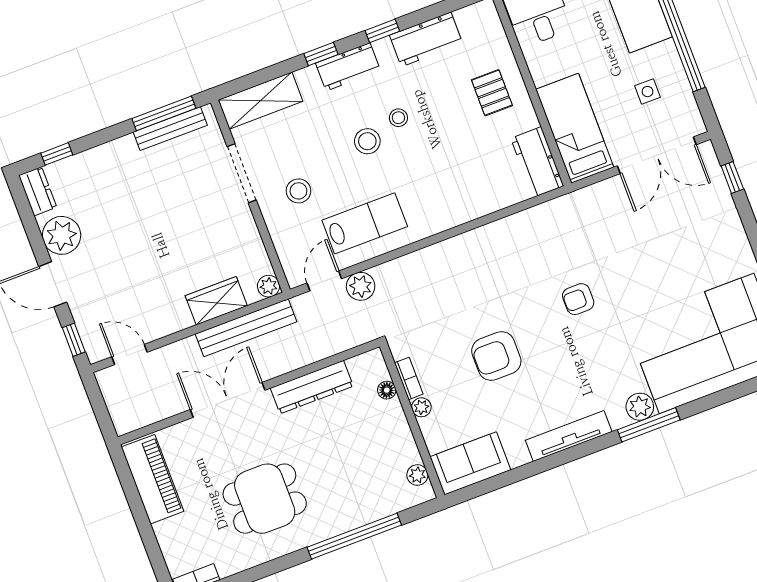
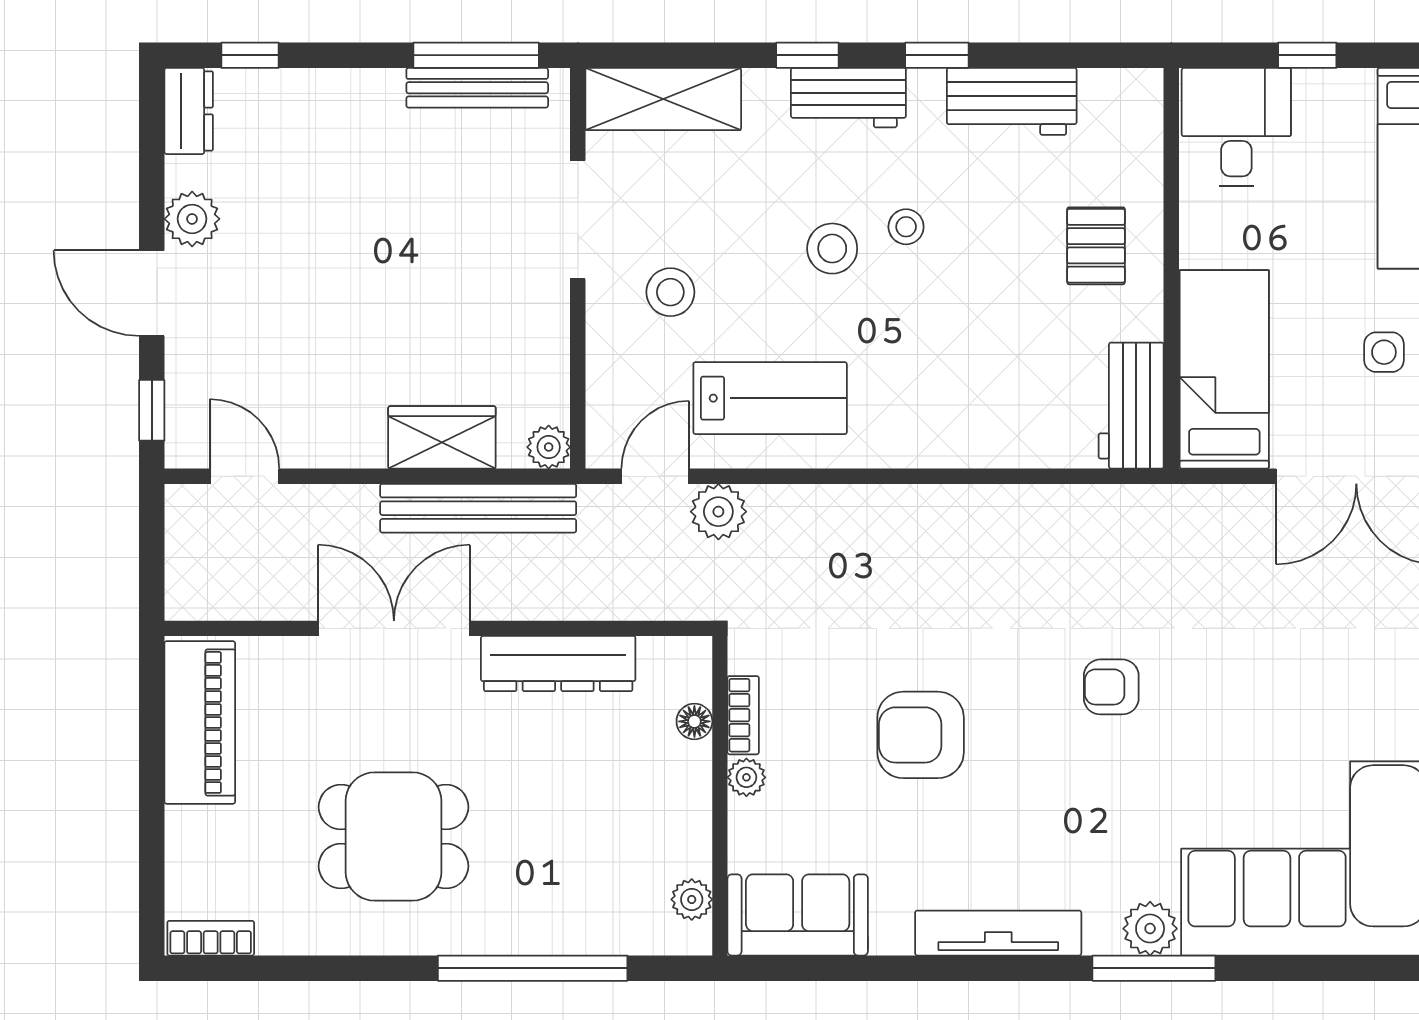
plant: (62, 235) -> (192, 219), width x0.73, depth x0.73

